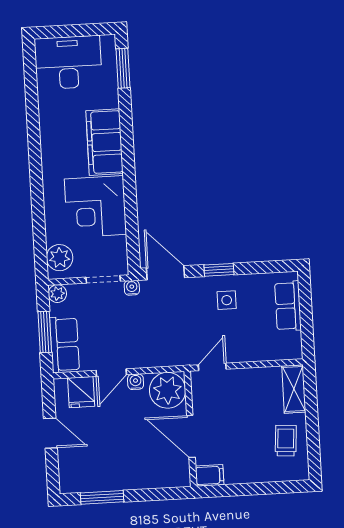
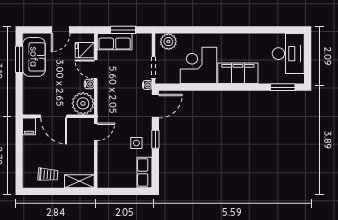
plant: (57, 294) -> (146, 39), removed
row of seats: (288, 306) -> (144, 172), moved, turned -90
door: (212, 367) -> (96, 132), hinge flipped
door: (191, 436) -> (54, 116), swing flipped
sofa: (97, 474) -> (34, 57), added

